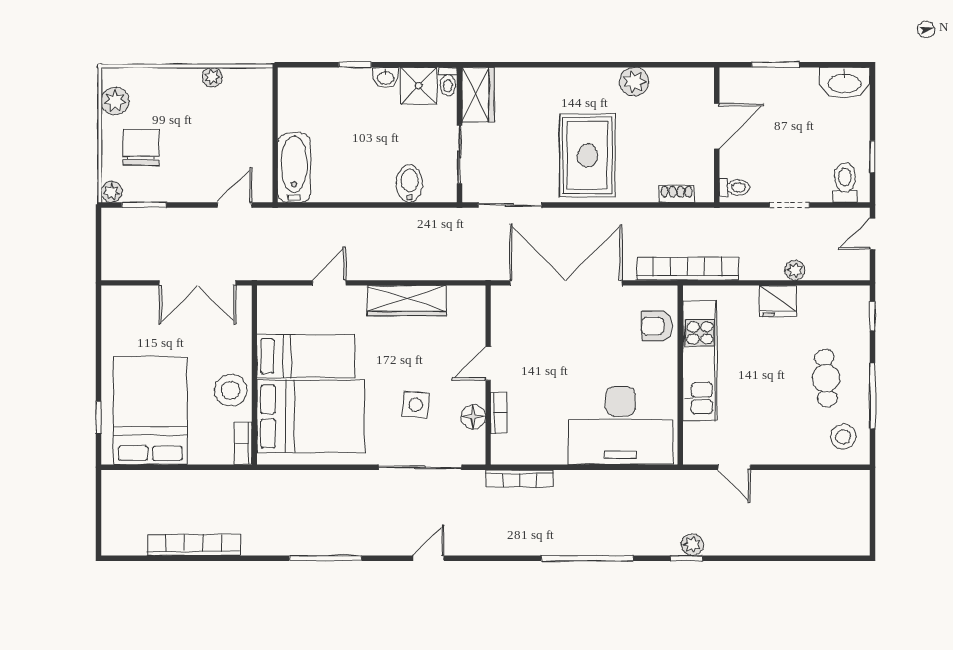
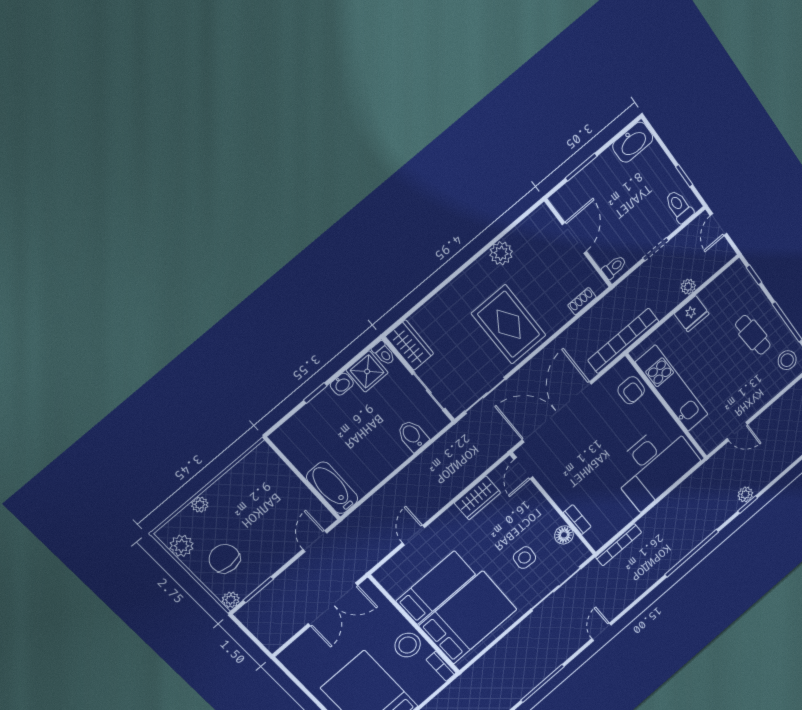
plant: (212, 77) -> (200, 505), moved
wardrobe: (407, 301) -> (477, 498), width x0.67
armchair: (657, 326) -> (631, 390), turned -90
door: (488, 364) -> (523, 468), moved

